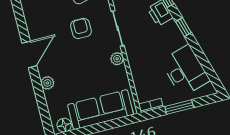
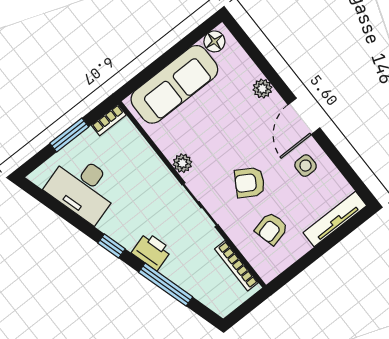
side table: (42, 24) -> (306, 166), added
armchair: (81, 28) -> (250, 183), turned 121

